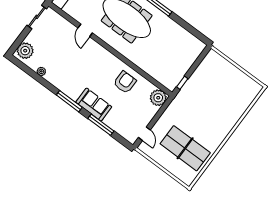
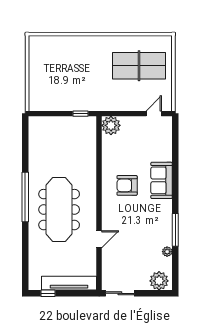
armchair: (125, 82) -> (127, 185), moved
window: (69, 101) -> (175, 230), moved
window: (101, 125) -> (175, 160), removed
table tennis table: (185, 148) -> (139, 66), turned 90

